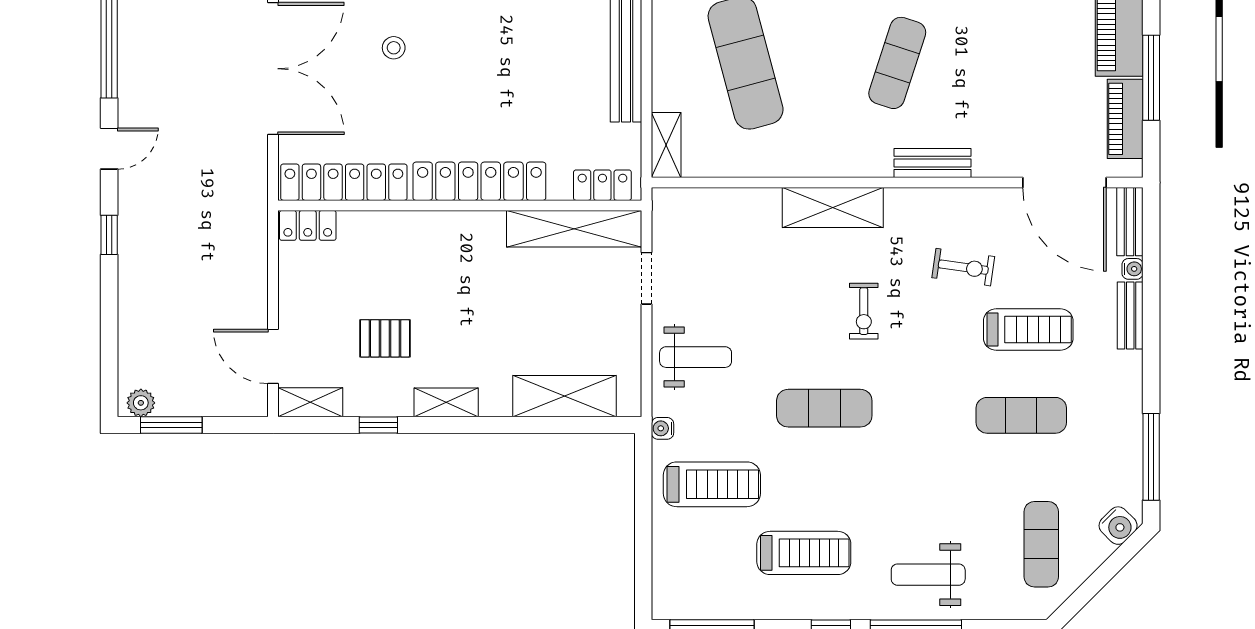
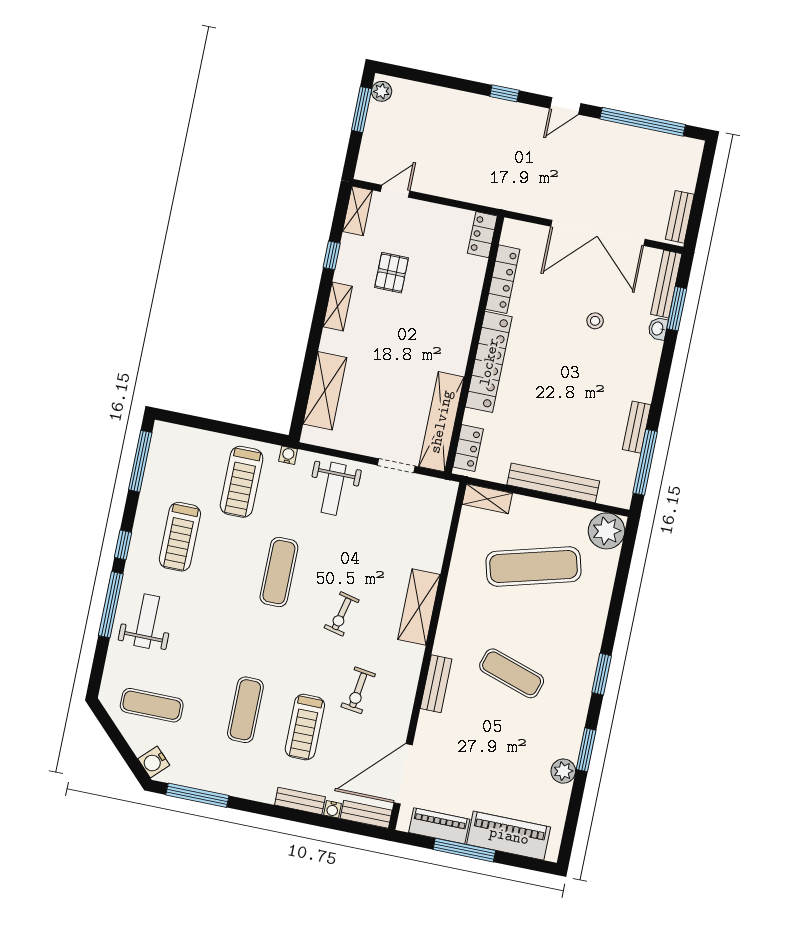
door: (109, 149) -> (565, 106), hinge flipped
locker: (344, 182) -> (503, 279), width x0.71, depth x0.83
exercise bike: (864, 311) -> (342, 614), turned -77
door: (273, 356) -> (395, 191), width x0.73

